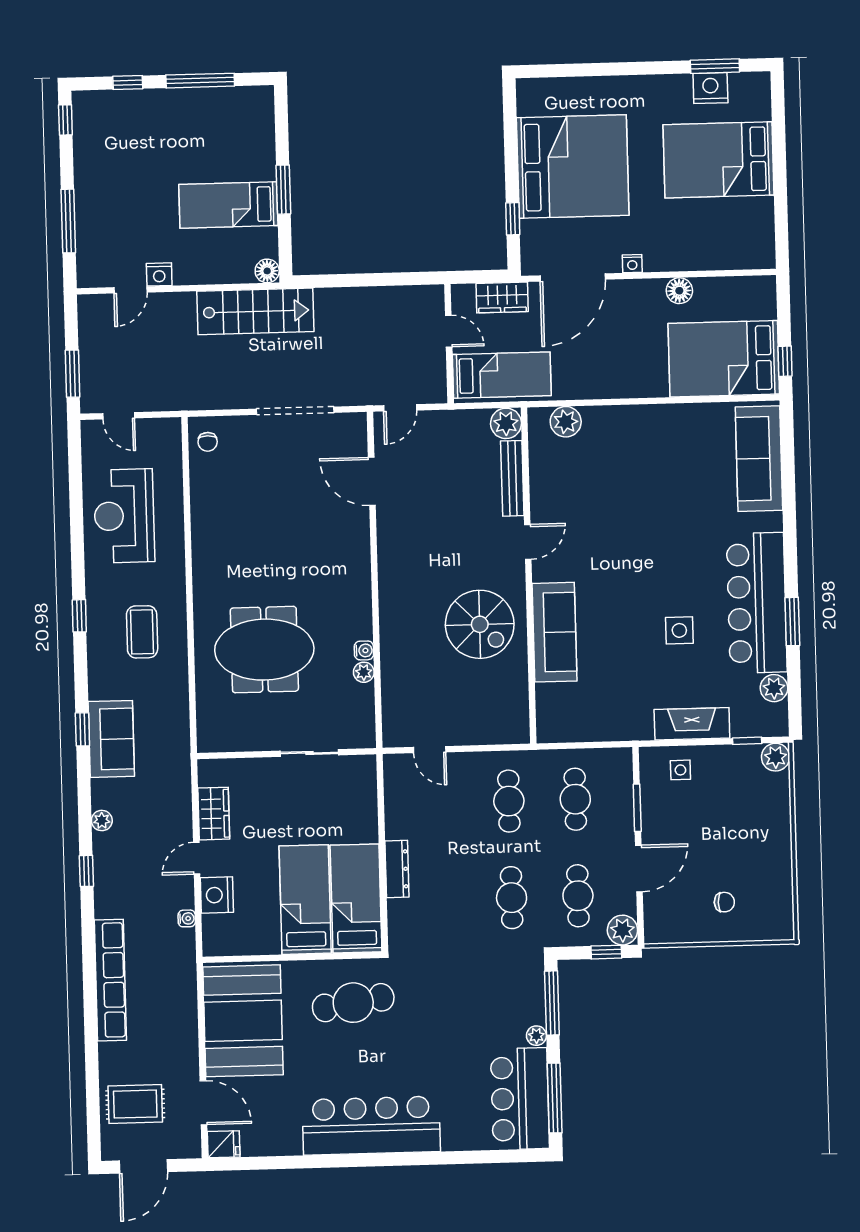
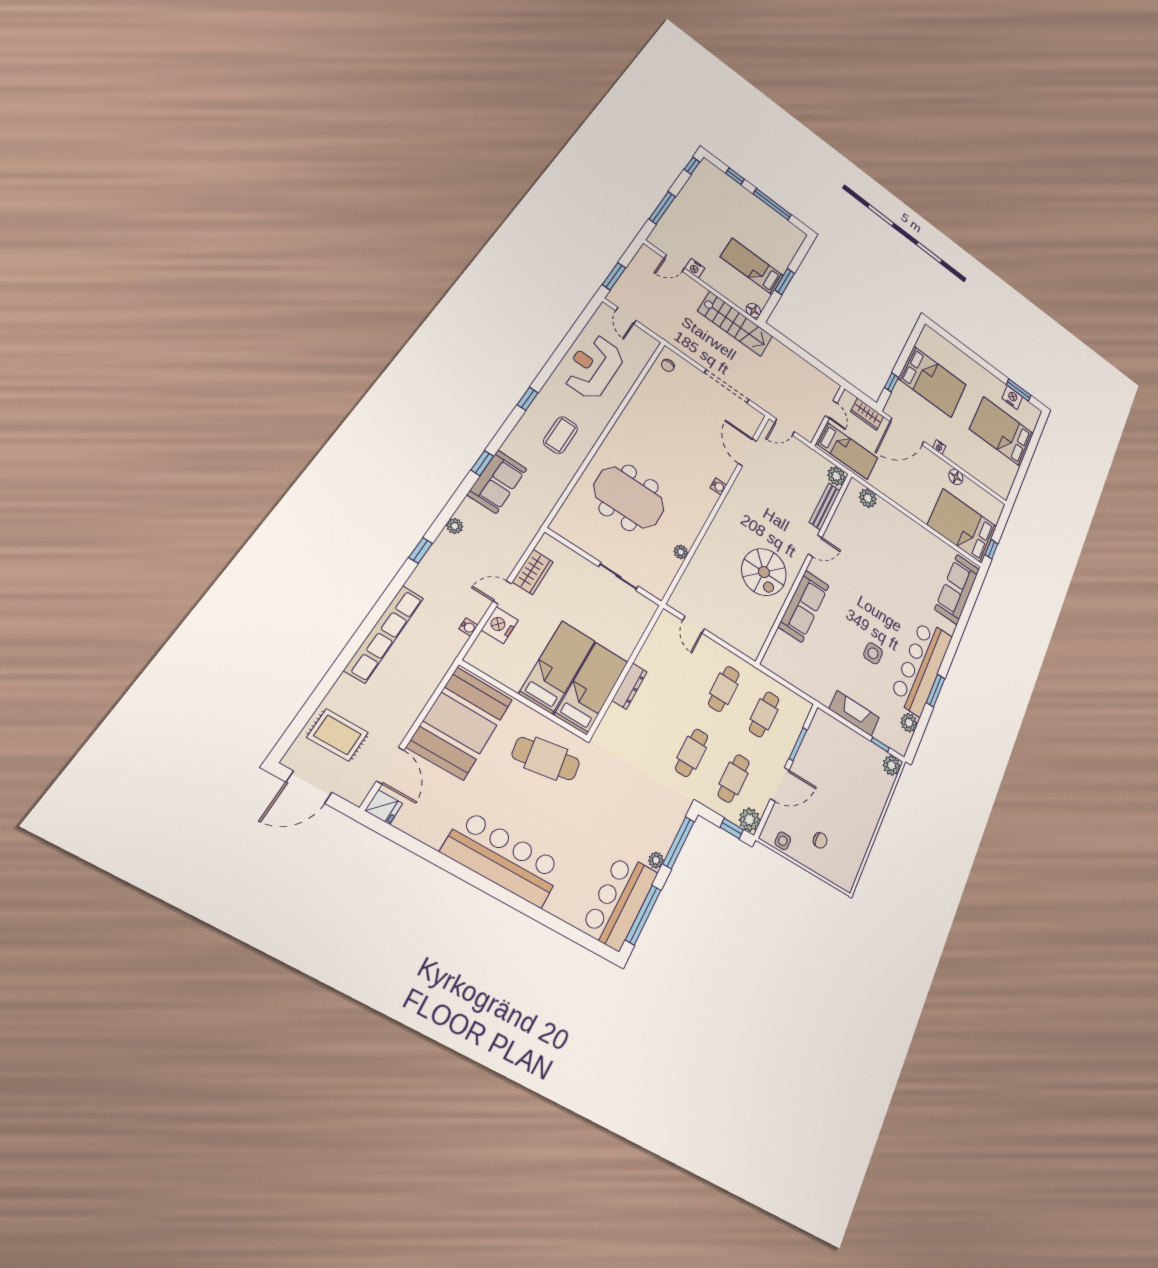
bed: (573, 166) -> (932, 382), width x0.73
water cooler: (364, 650) -> (718, 486), moved
side table: (680, 770) -> (783, 841), moved

